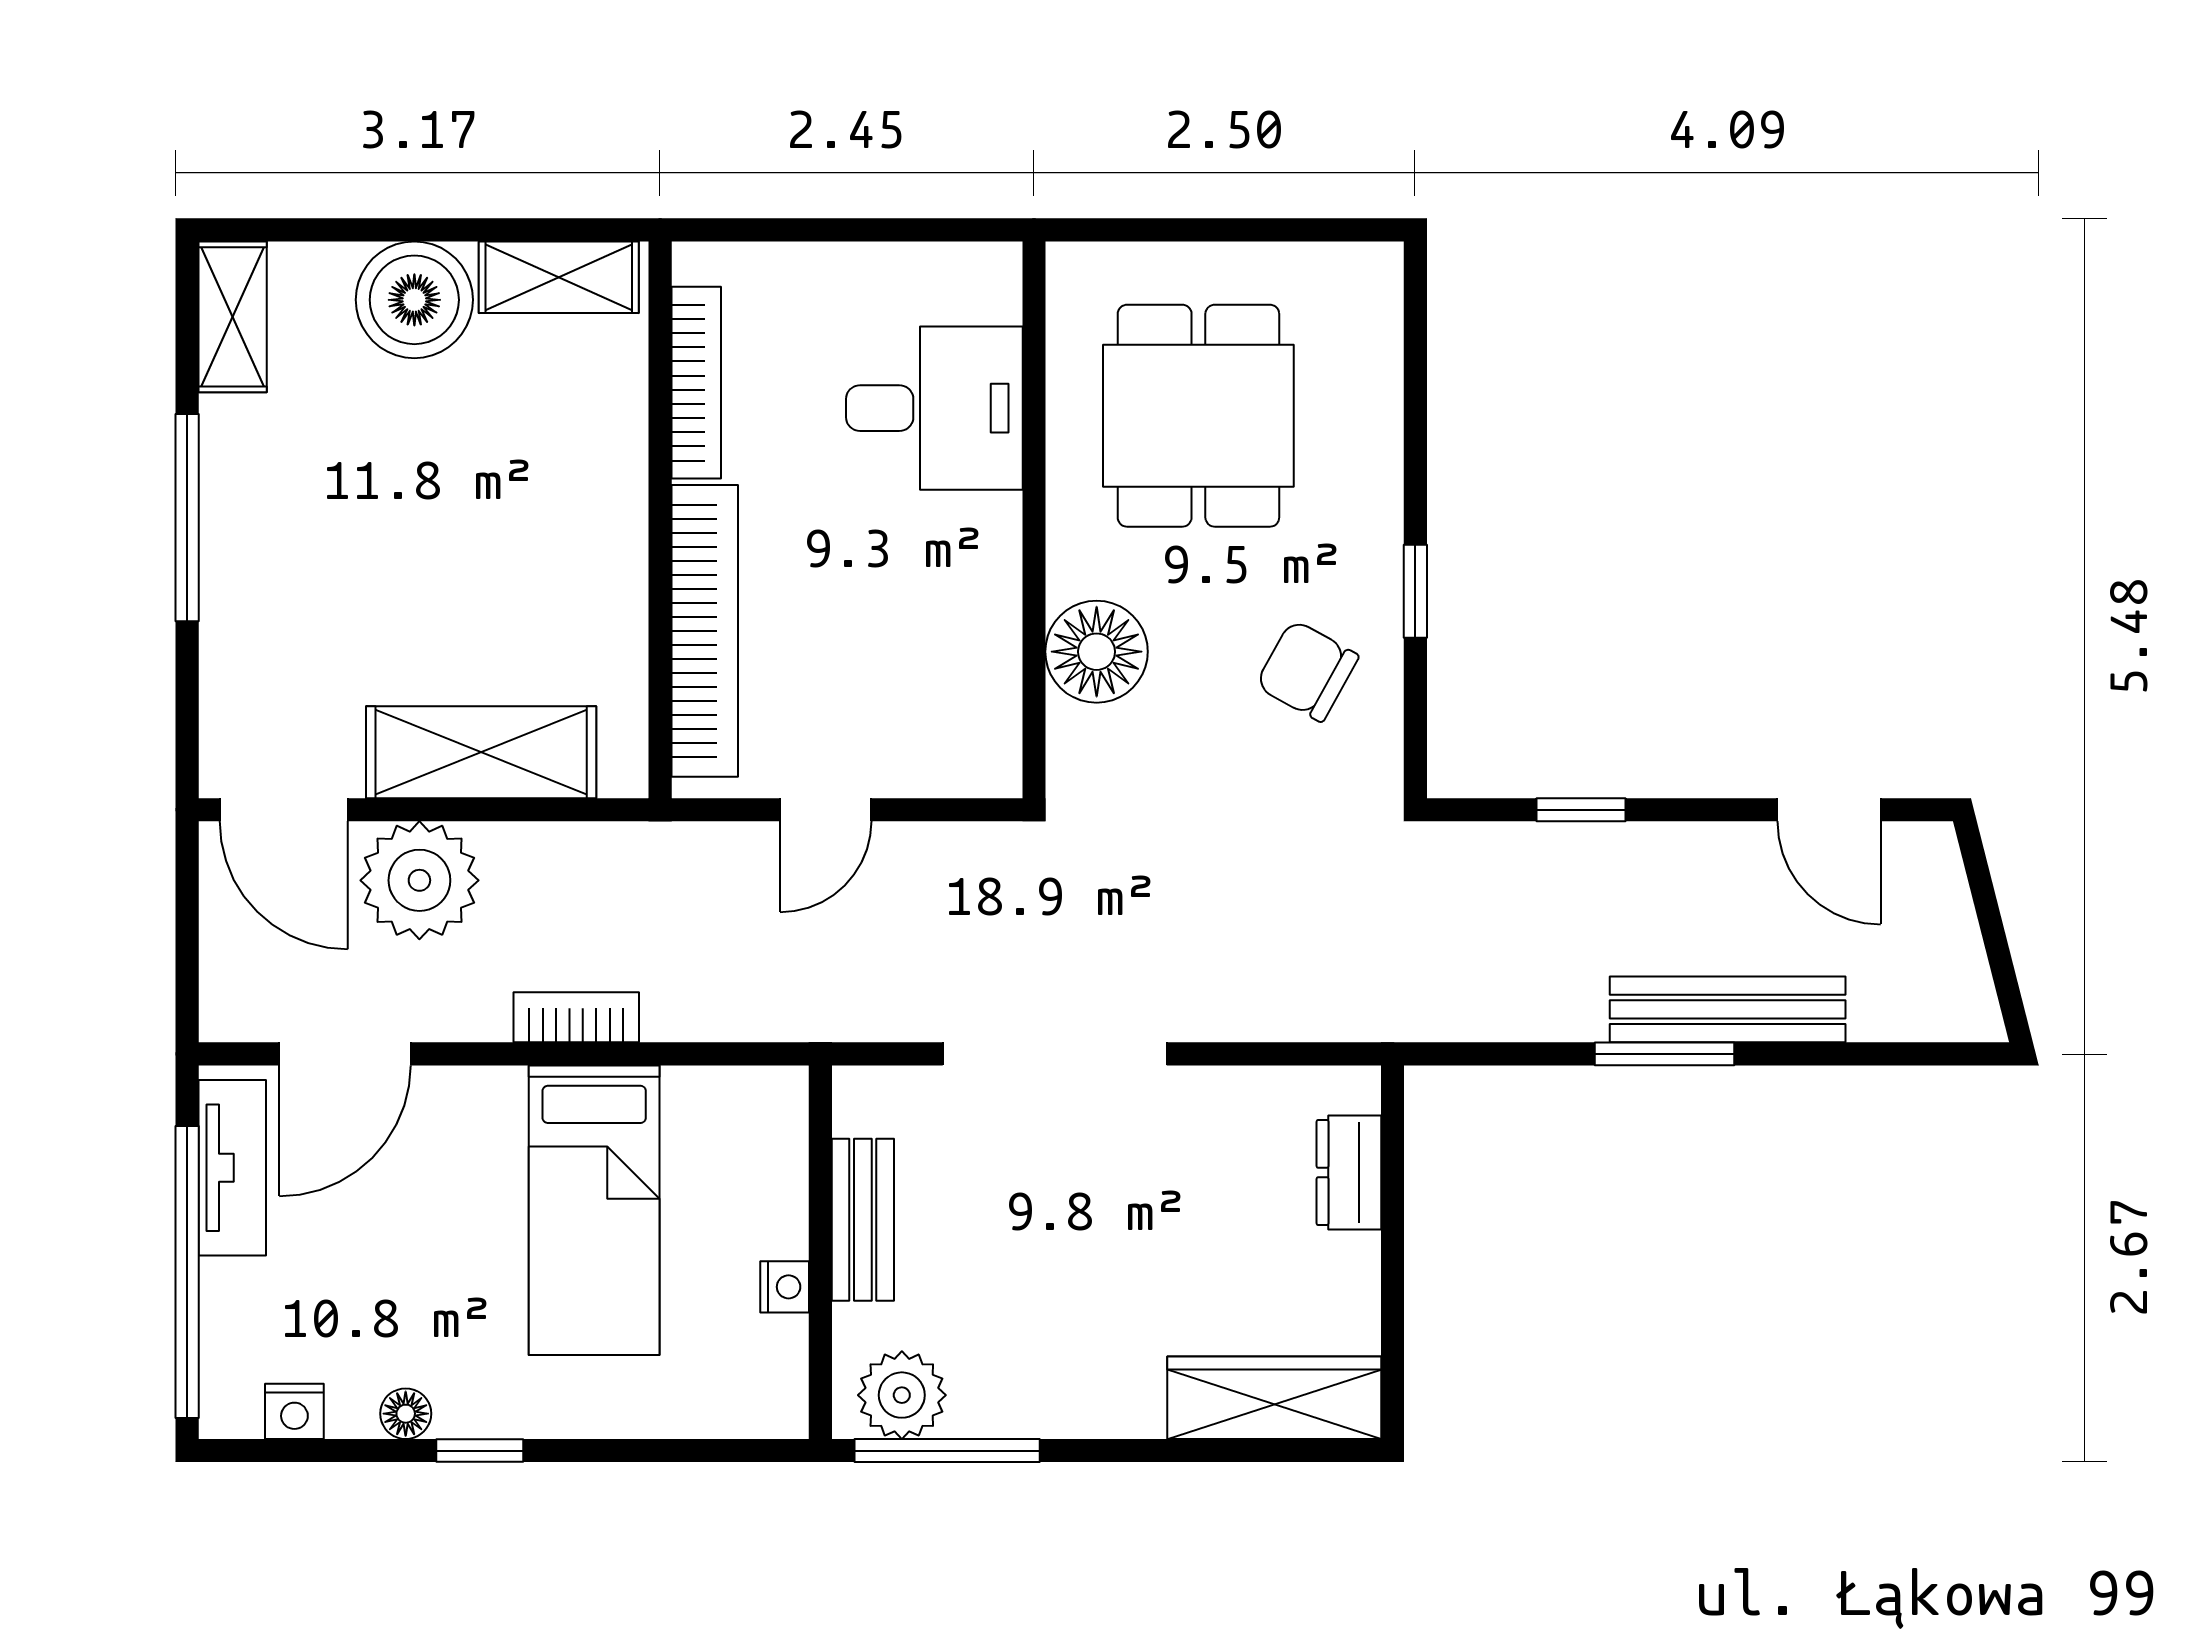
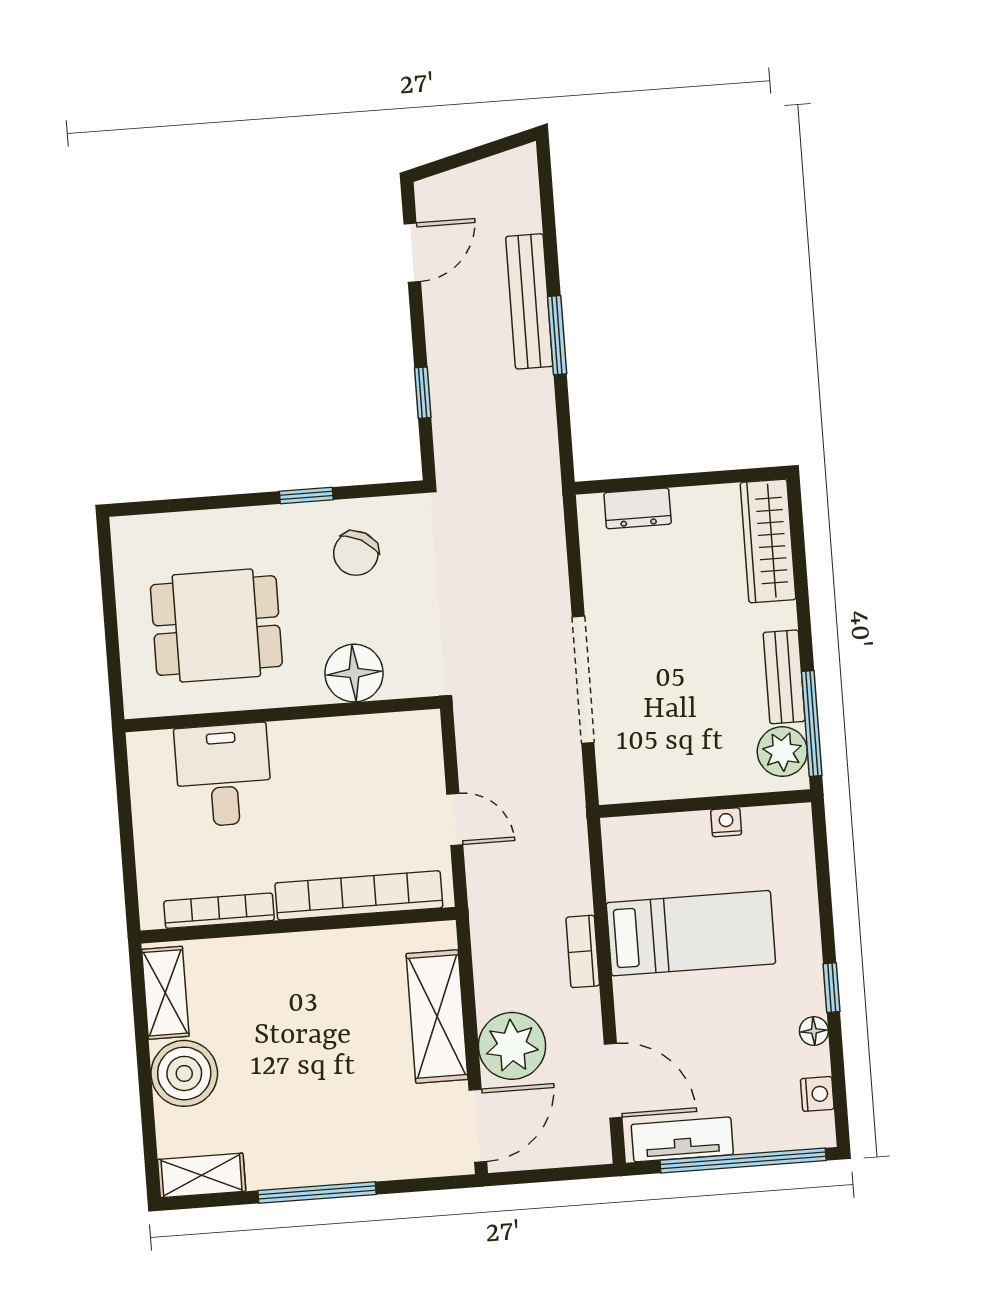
bench: (863, 1220) -> (784, 677), moved, turned 90

